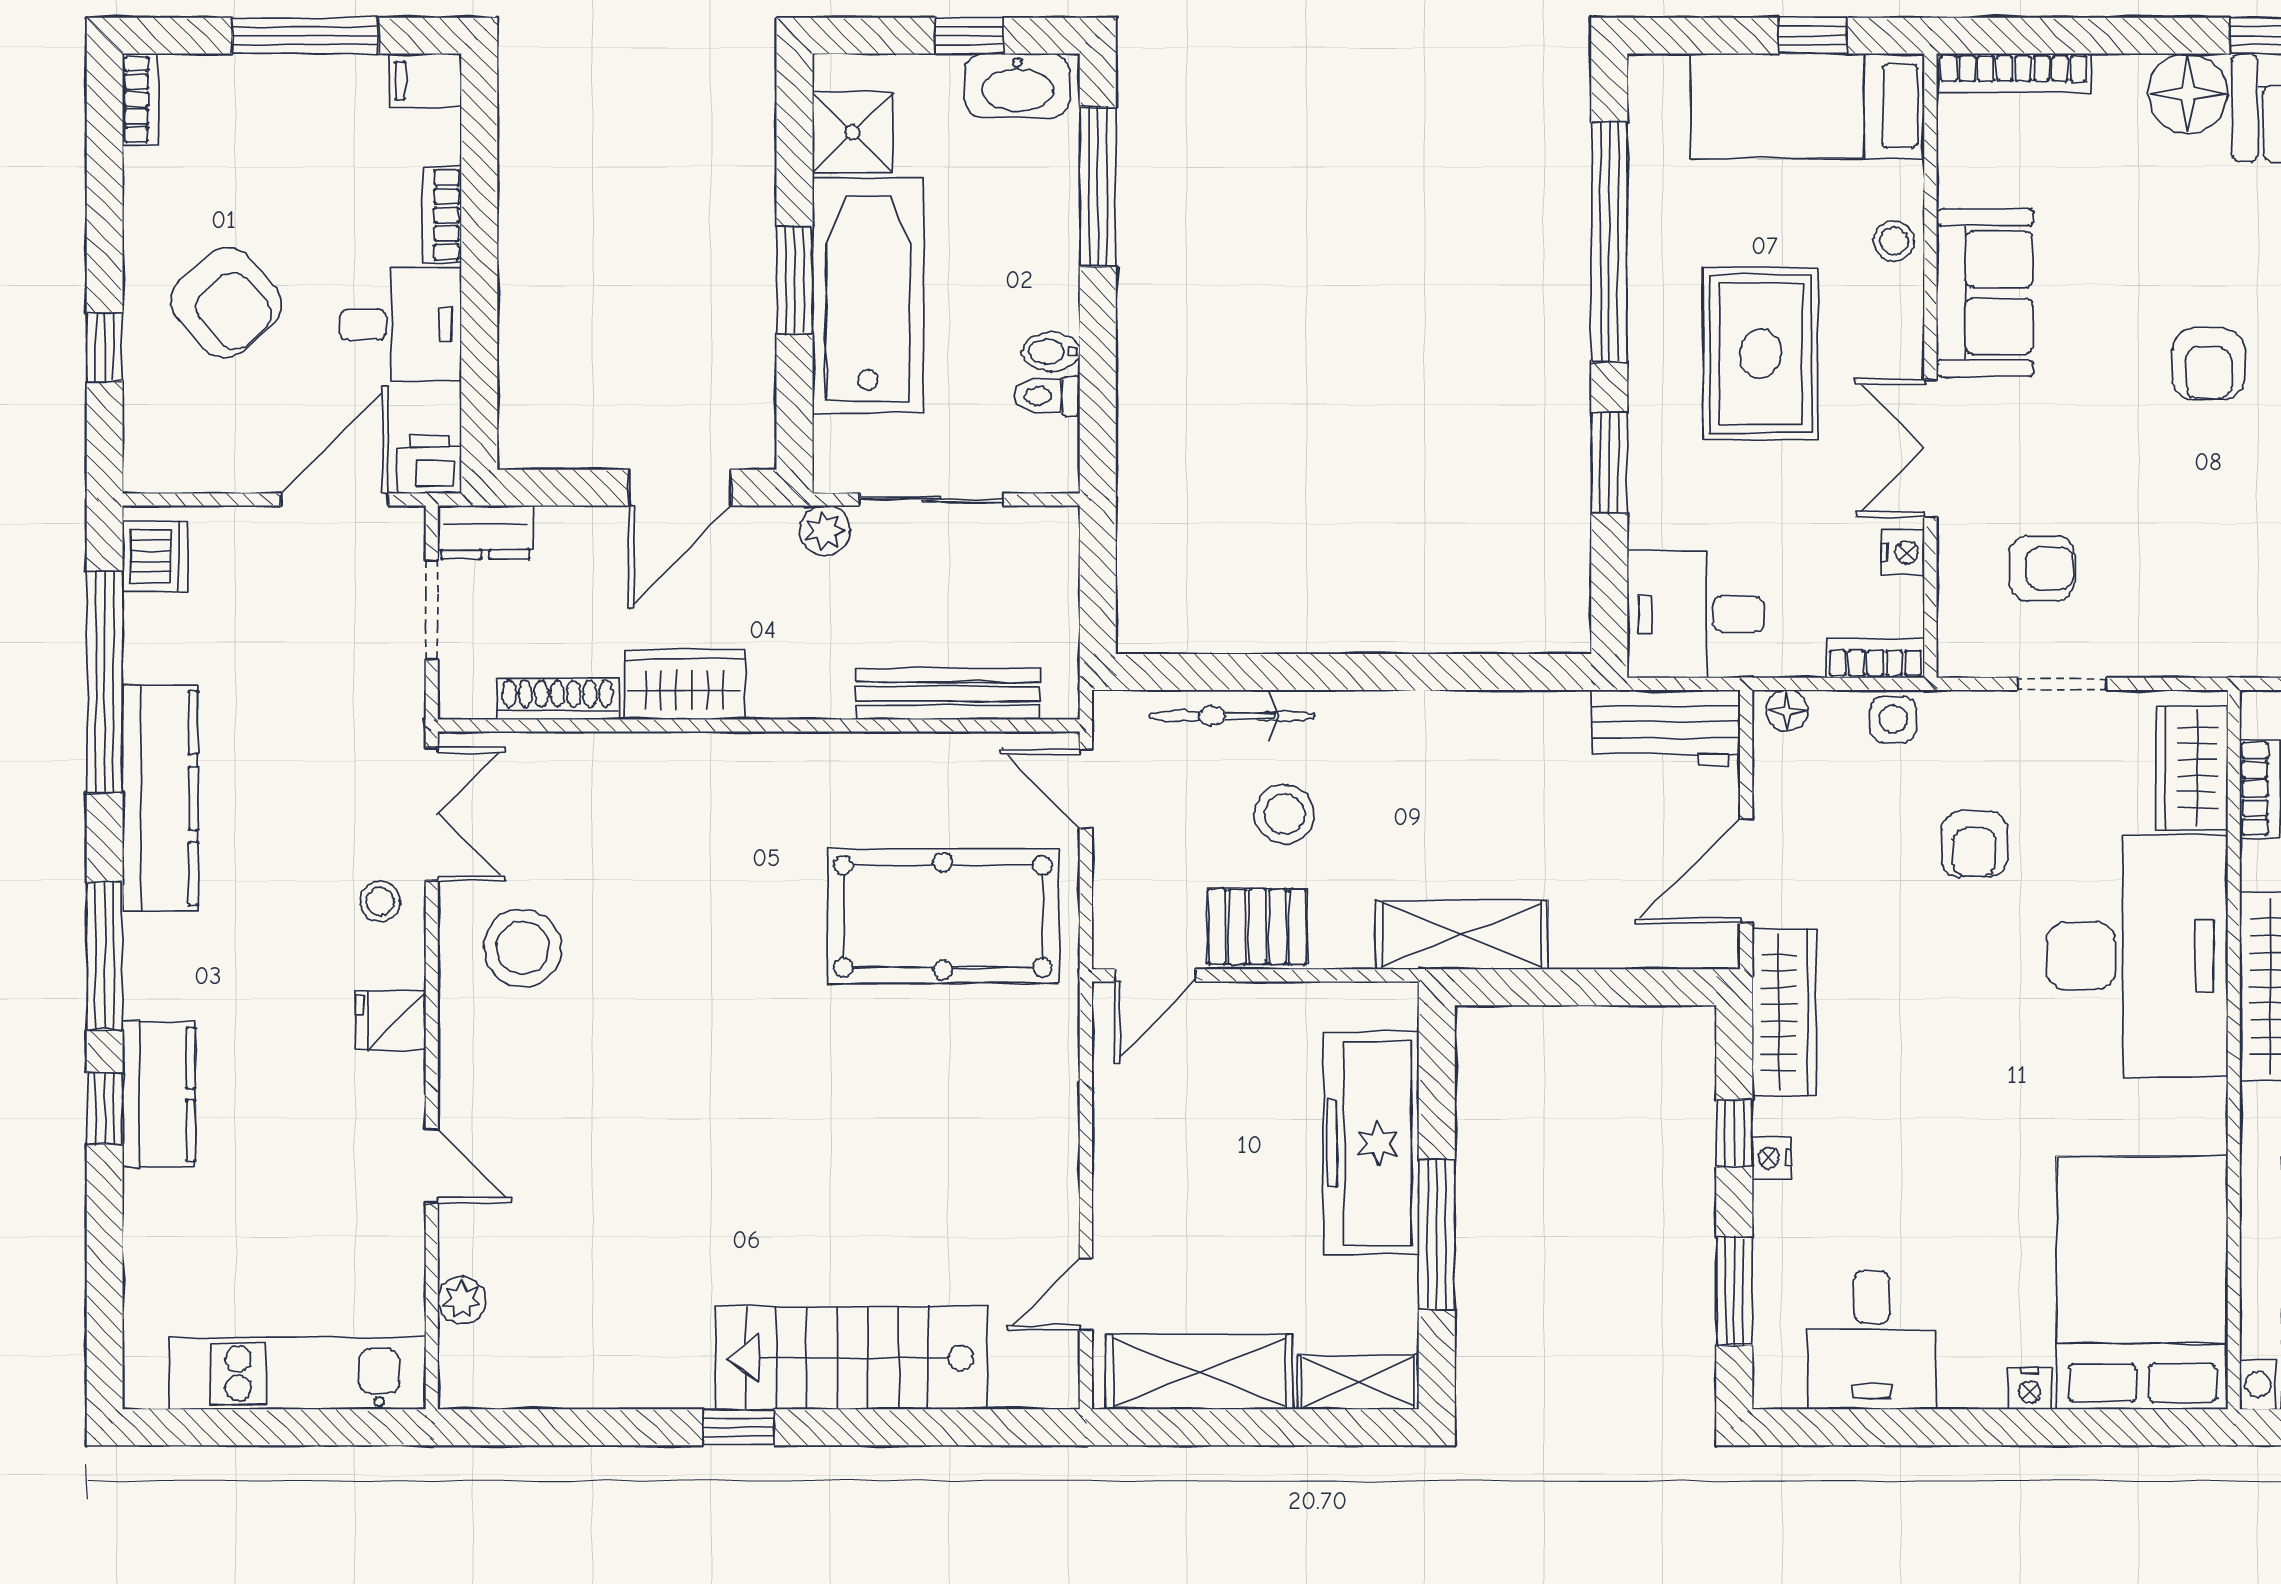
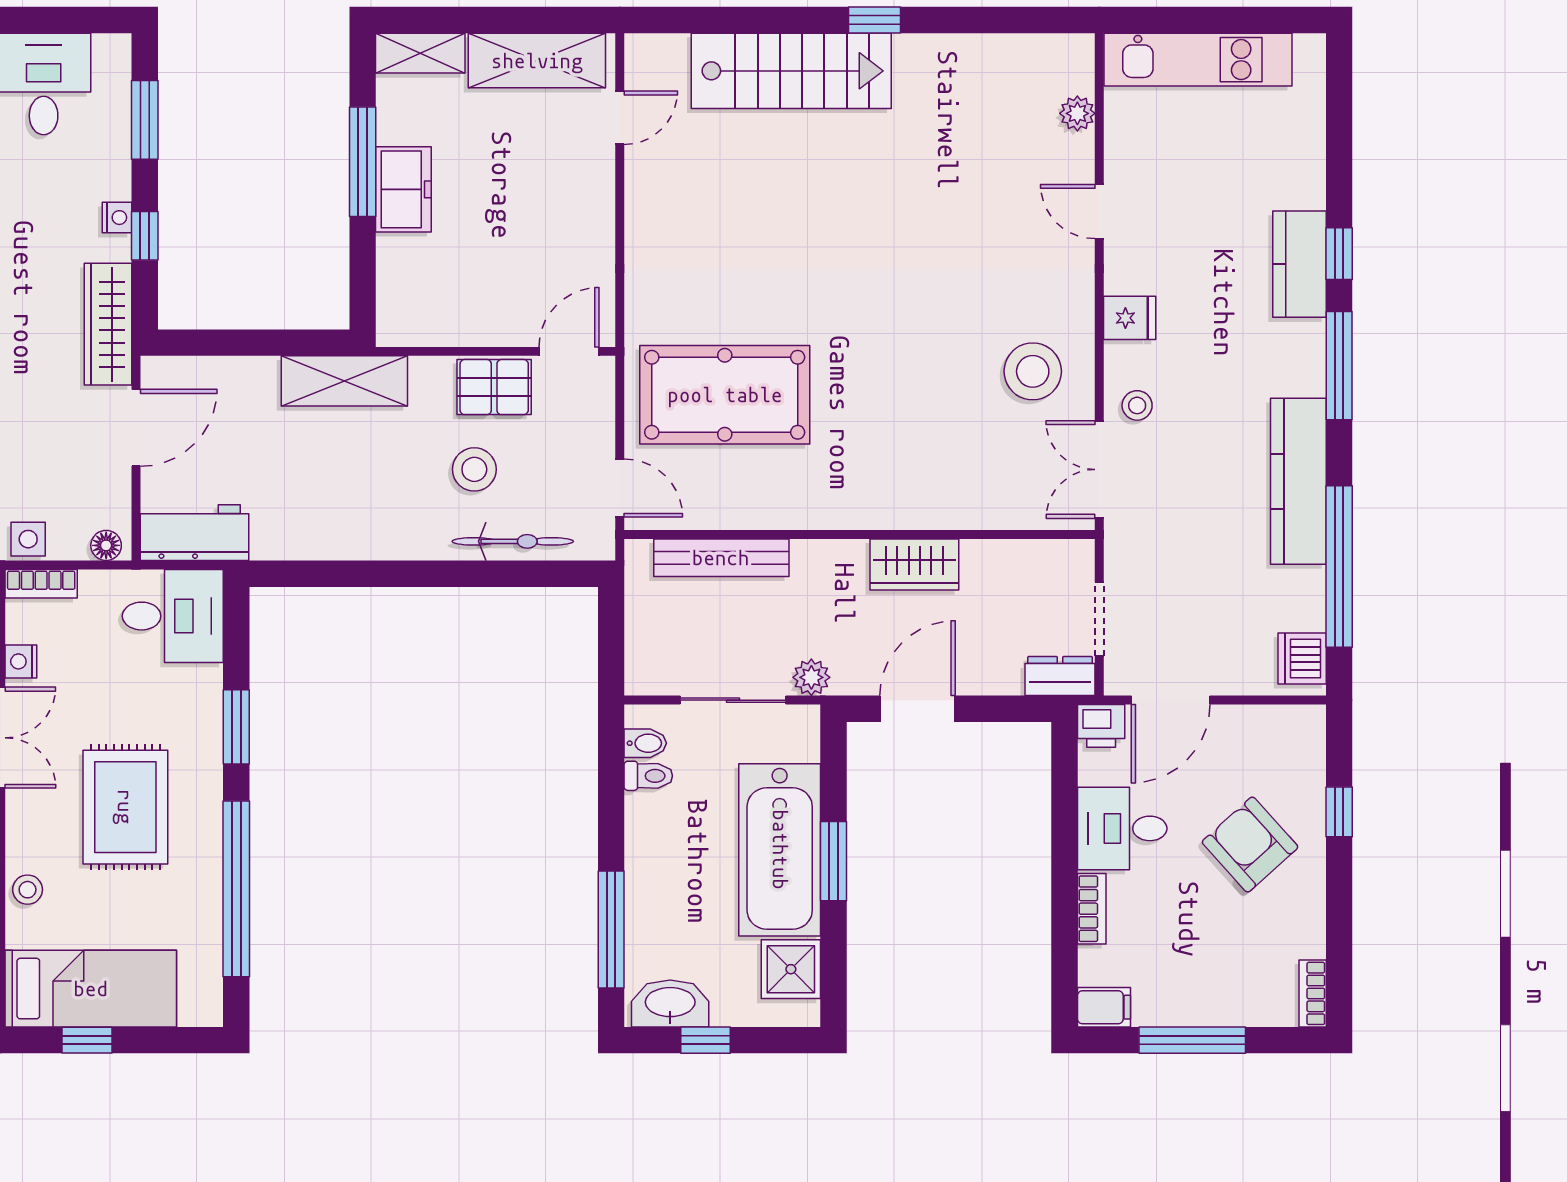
bidet: (1051, 352) -> (645, 743), moved
shoe rack: (558, 699) -> (1007, 554), removed
freezer: (1371, 1143) -> (403, 189), width x0.52, depth x0.79

